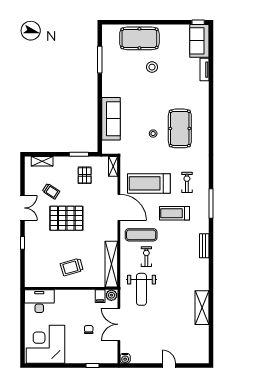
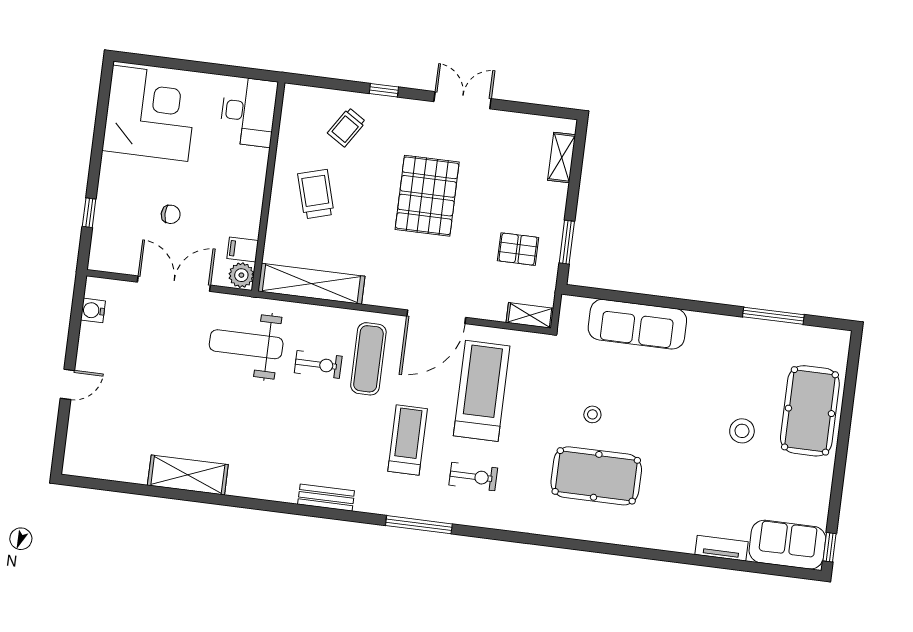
trolley: (51, 191) -> (347, 127), moved
double door: (22, 208) -> (463, 100), swing flipped
water cooler: (125, 358) -> (93, 310), moved

